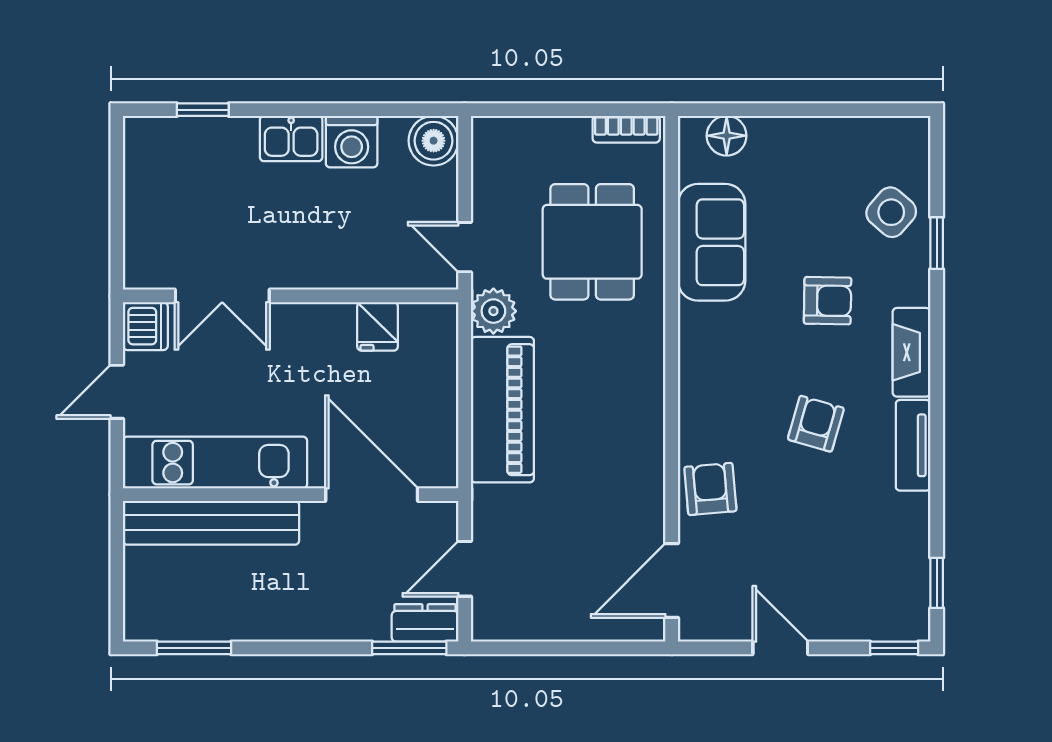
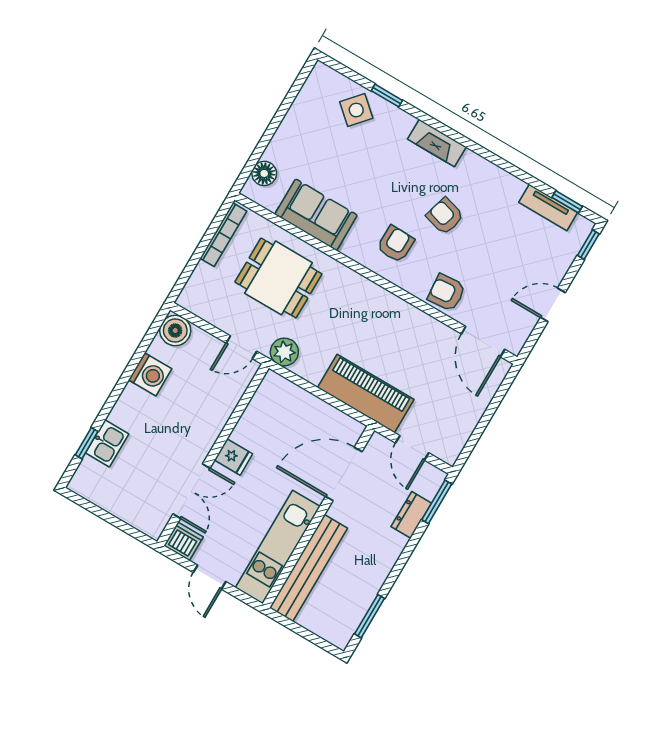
bookcase: (626, 129) -> (223, 235), width x1.56
kitchen sink: (291, 139) -> (107, 443), moved
armchair: (828, 301) -> (396, 244), moved
fridge: (378, 326) -> (233, 457), moved
piano: (502, 410) -> (366, 394), moved
tv unit: (913, 445) -> (548, 207), moved
dresser: (425, 623) -> (411, 515), moved

